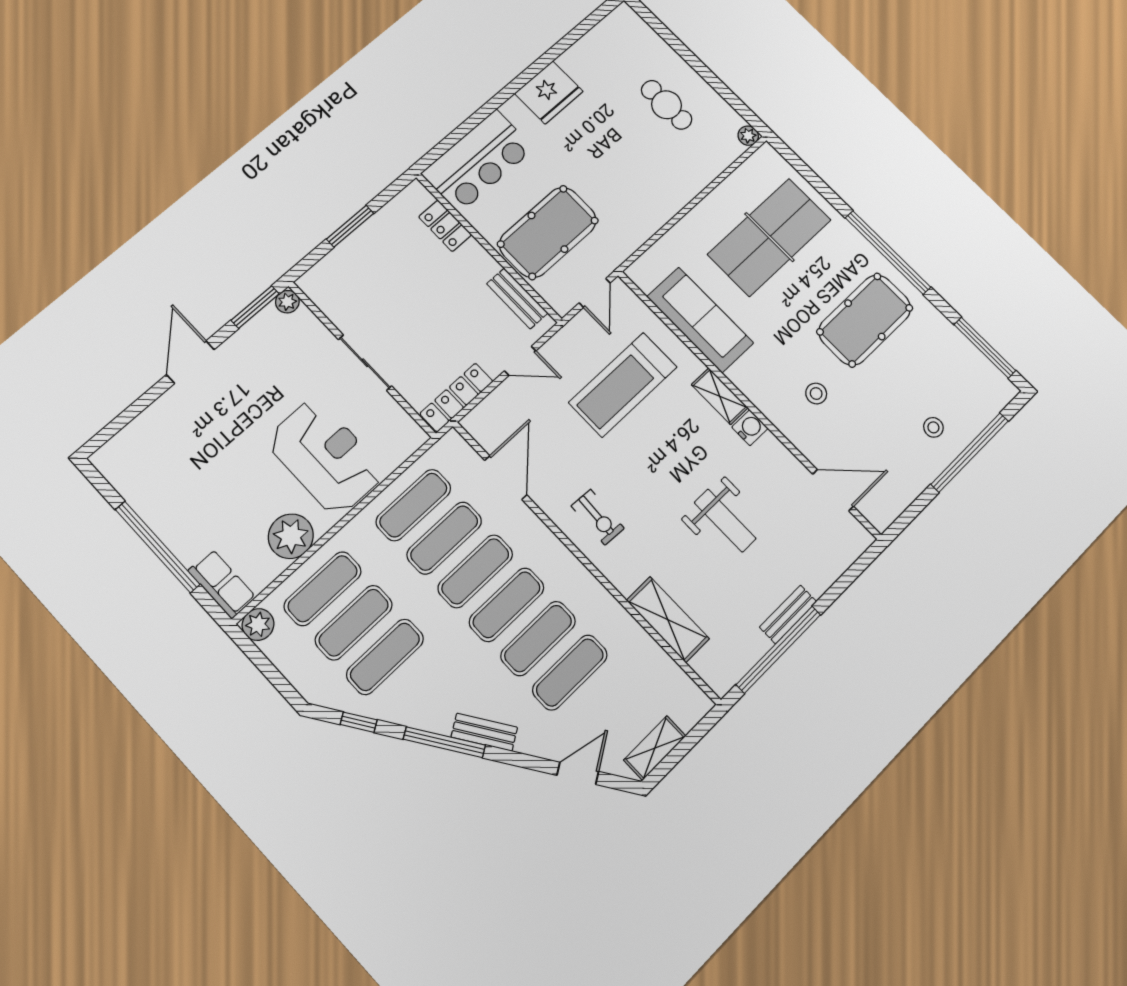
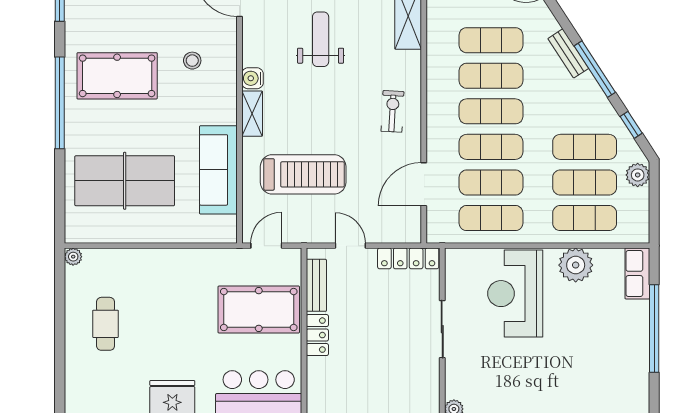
locker: (445, 226) -> (317, 335), moved
plant: (258, 625) -> (638, 175), moved

